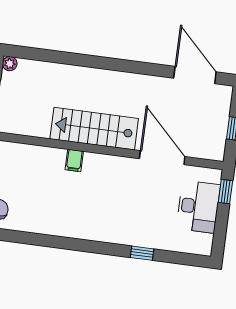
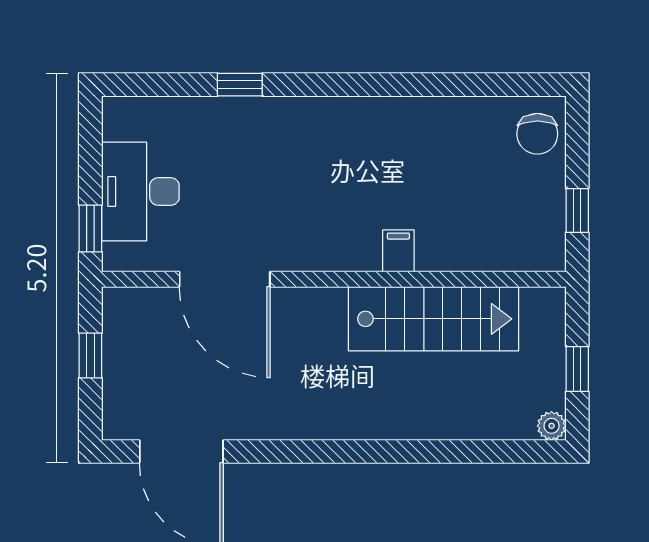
stairs: (94, 129) -> (434, 319), moved

